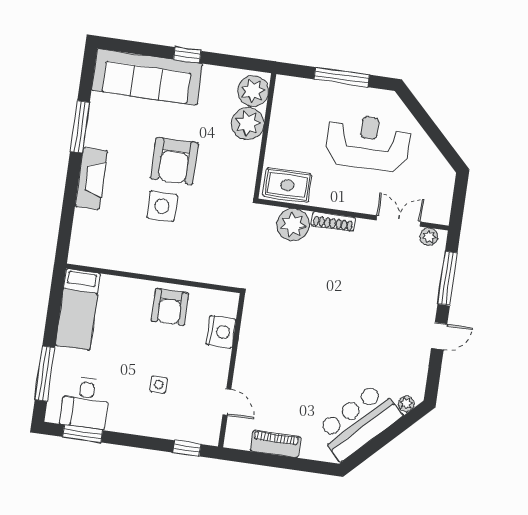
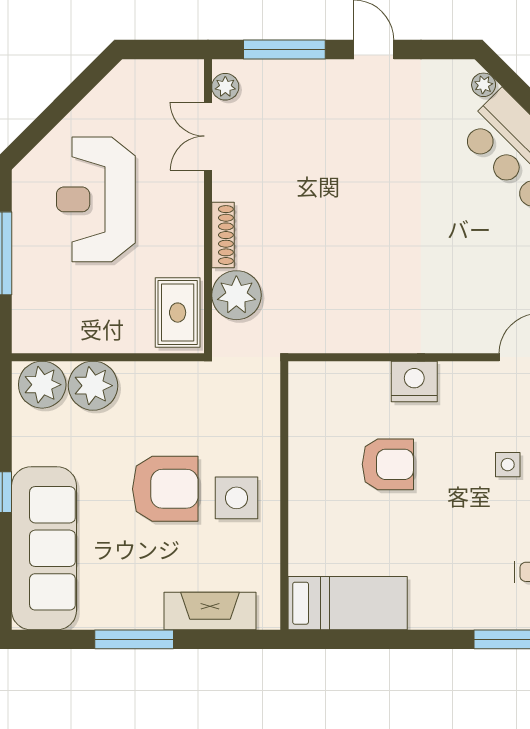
wall: (153, 278) -> (284, 495), moved
bed: (78, 309) -> (348, 603), moved

